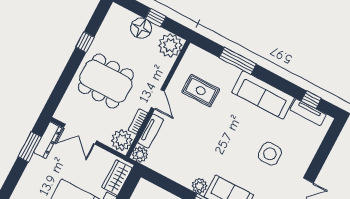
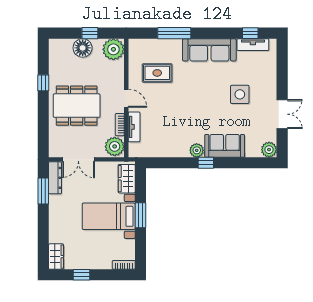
plant: (140, 154) -> (135, 150), removed

